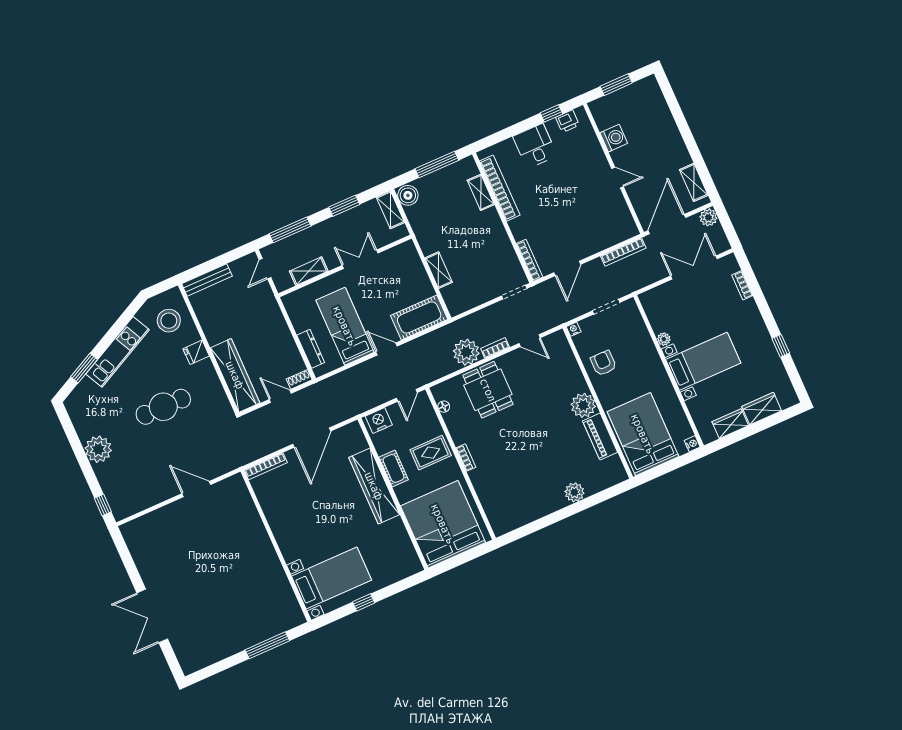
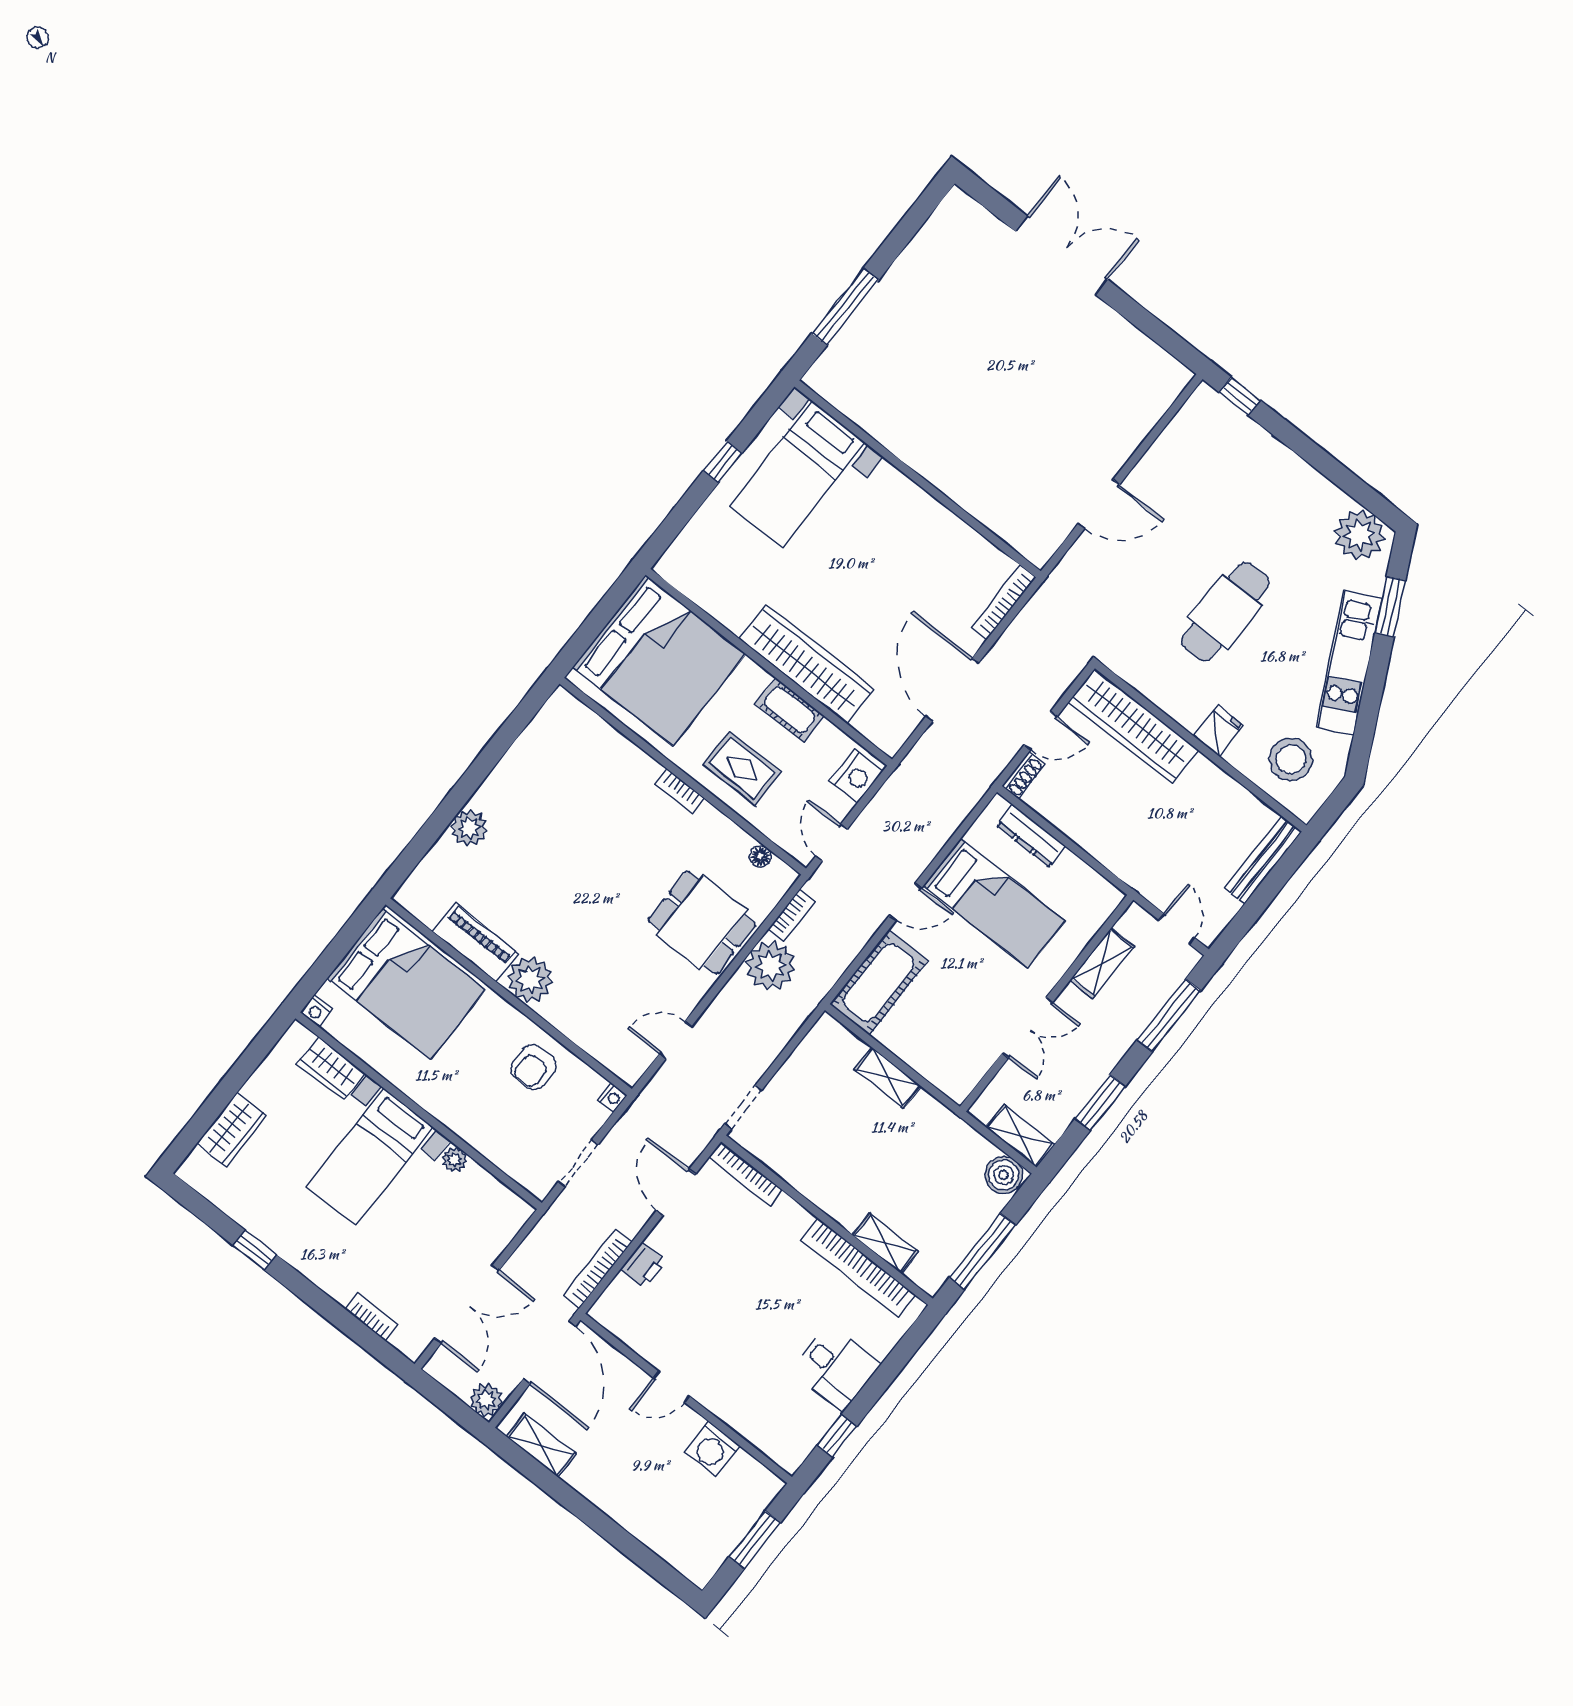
printer: (567, 121) -> (644, 1265), moved, turned 180
bookcase: (495, 348) -> (792, 915), moved
armchair: (603, 363) -> (533, 1067), turned 90
wardrobe: (730, 424) -> (331, 1068), moved, turned 90
plant: (98, 449) -> (1359, 535), moved
rug: (431, 453) -> (742, 768), turned 90

